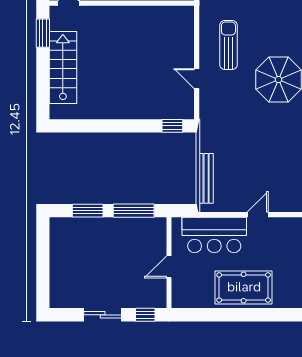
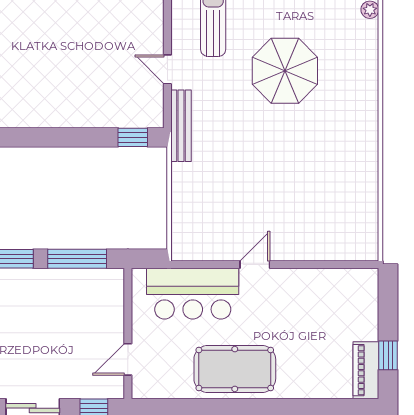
bench: (206, 178) -> (181, 126), moved
door: (169, 267) -> (128, 359), moved

